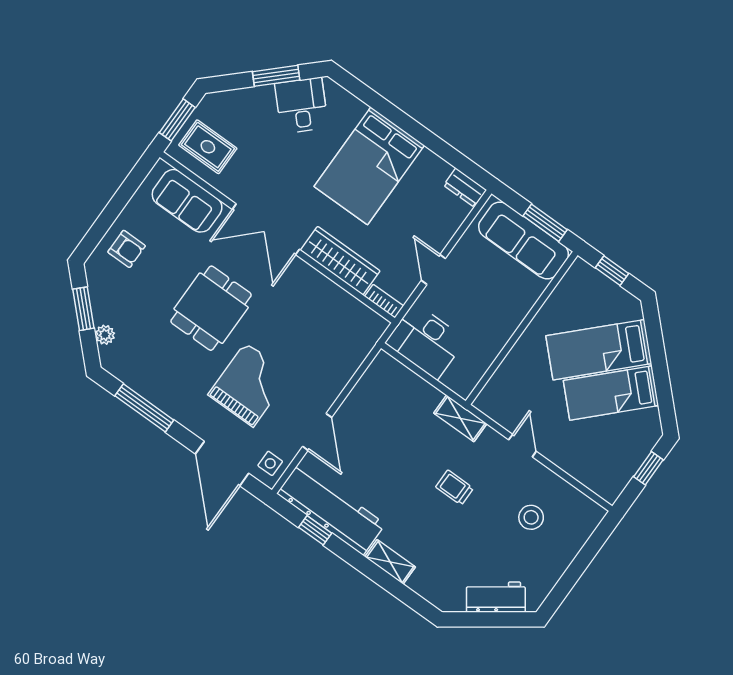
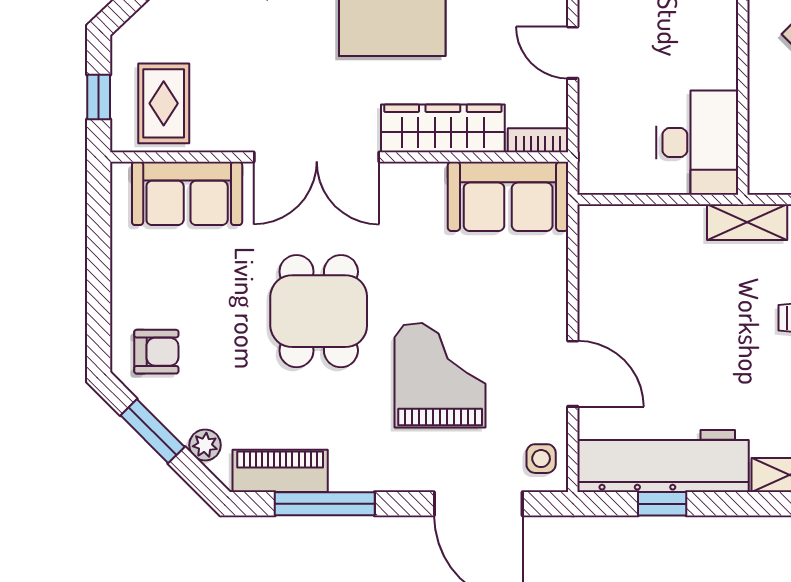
window: (177, 120) -> (99, 97), width x0.67
rug: (208, 147) -> (164, 103), turned 90
armchair: (127, 249) -> (156, 352), moved
sofa: (349, 319) -> (508, 196), added
desk: (426, 341) -> (697, 143), moved, turned -90
piano: (134, 375) -> (280, 471), added

